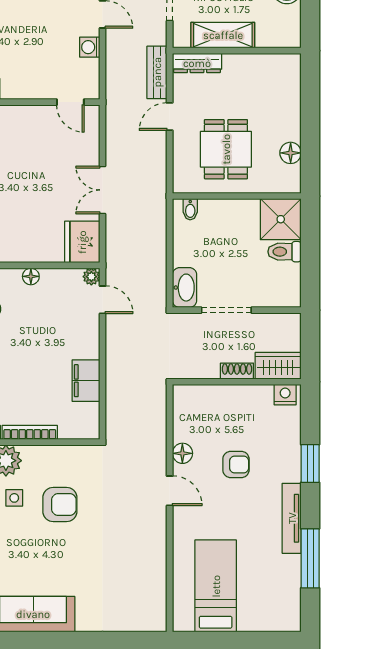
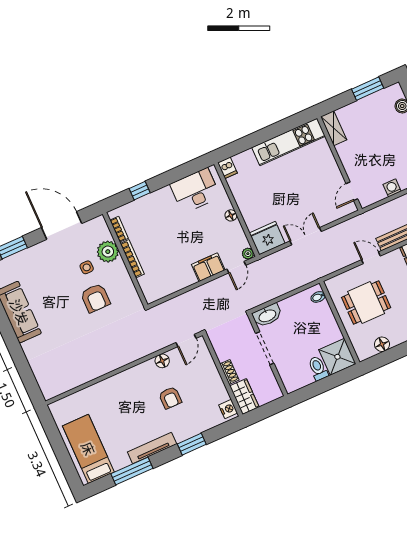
filing cabinet: (86, 381) -> (208, 267), moved
door: (170, 491) -> (186, 340), moved
bed: (216, 586) -> (88, 449), moved, turned -90

